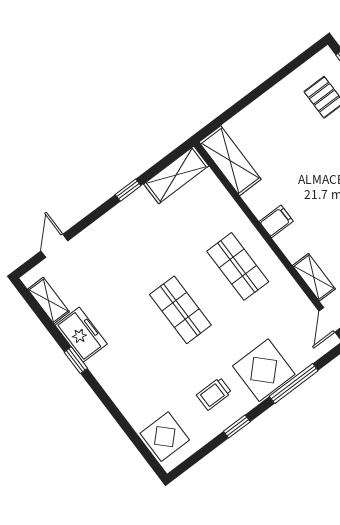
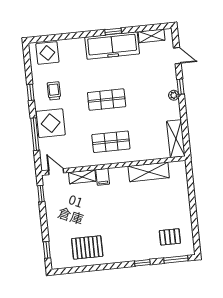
shelving: (230, 161) -> (149, 172), moved
window: (128, 190) -> (181, 87), moved
plant: (115, 216) -> (174, 95), added
filing cabinet: (276, 221) -> (103, 177), moved
freezer: (81, 335) -> (112, 46), width x1.91, depth x1.26

